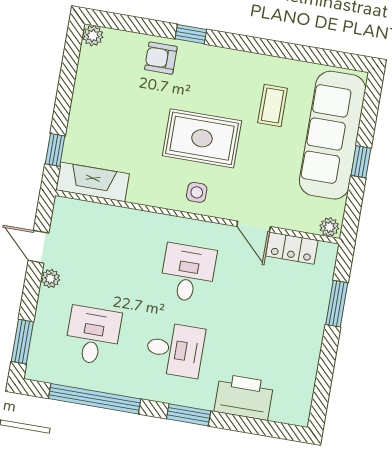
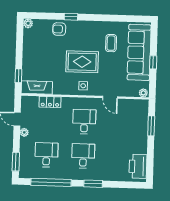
locker: (292, 248) -> (50, 102), moved
desk: (175, 350) -> (83, 156), turned -90
printer: (244, 397) -> (138, 166), moved, turned -90

